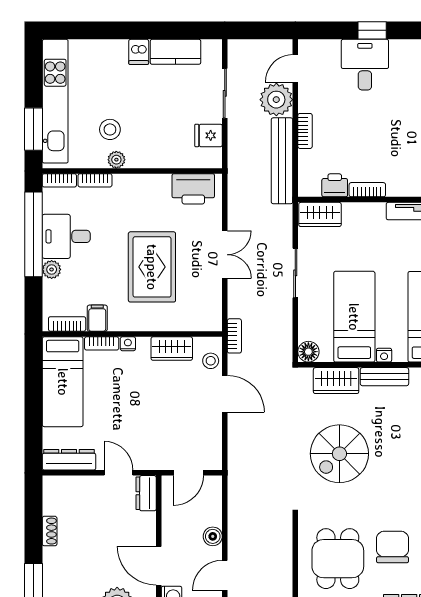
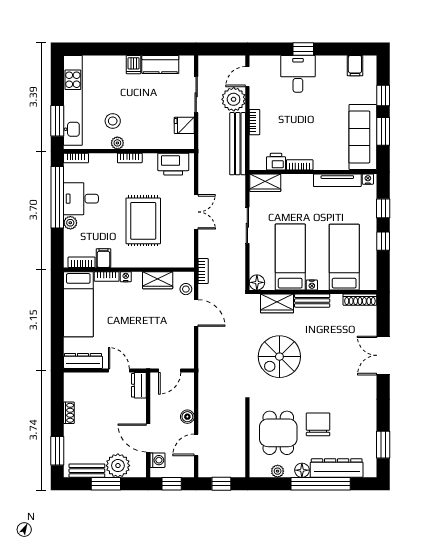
bookcase: (95, 180) -> (130, 158), moved

